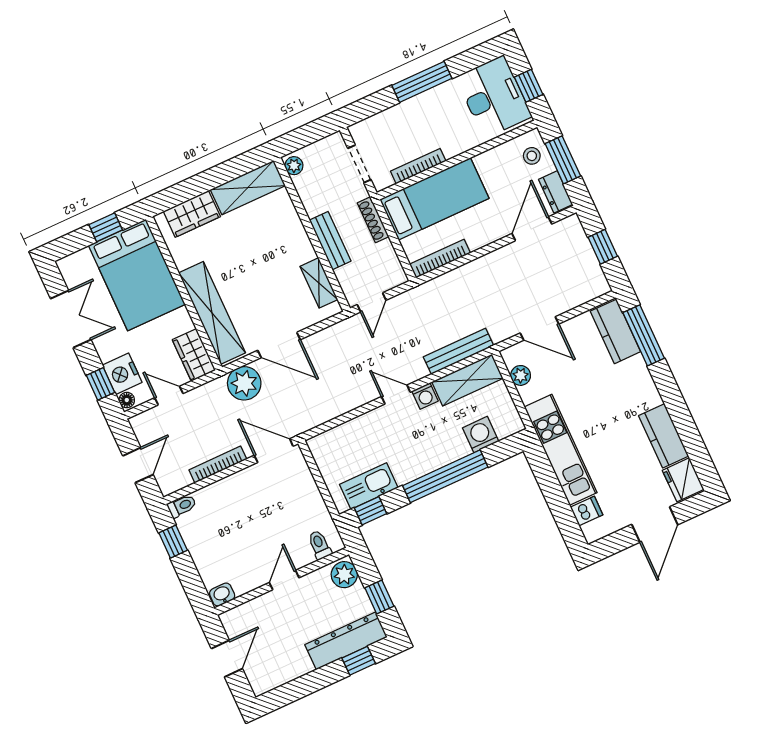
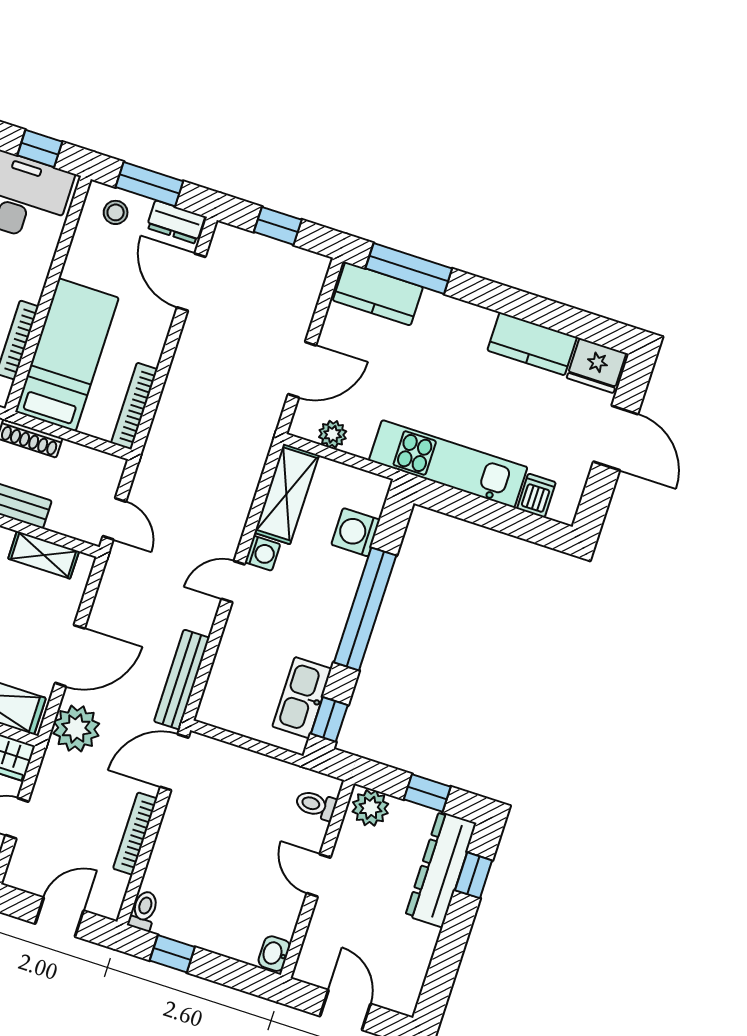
bench: (459, 351) -> (182, 680), moved
door: (138, 465) -> (59, 917), hinge flipped

